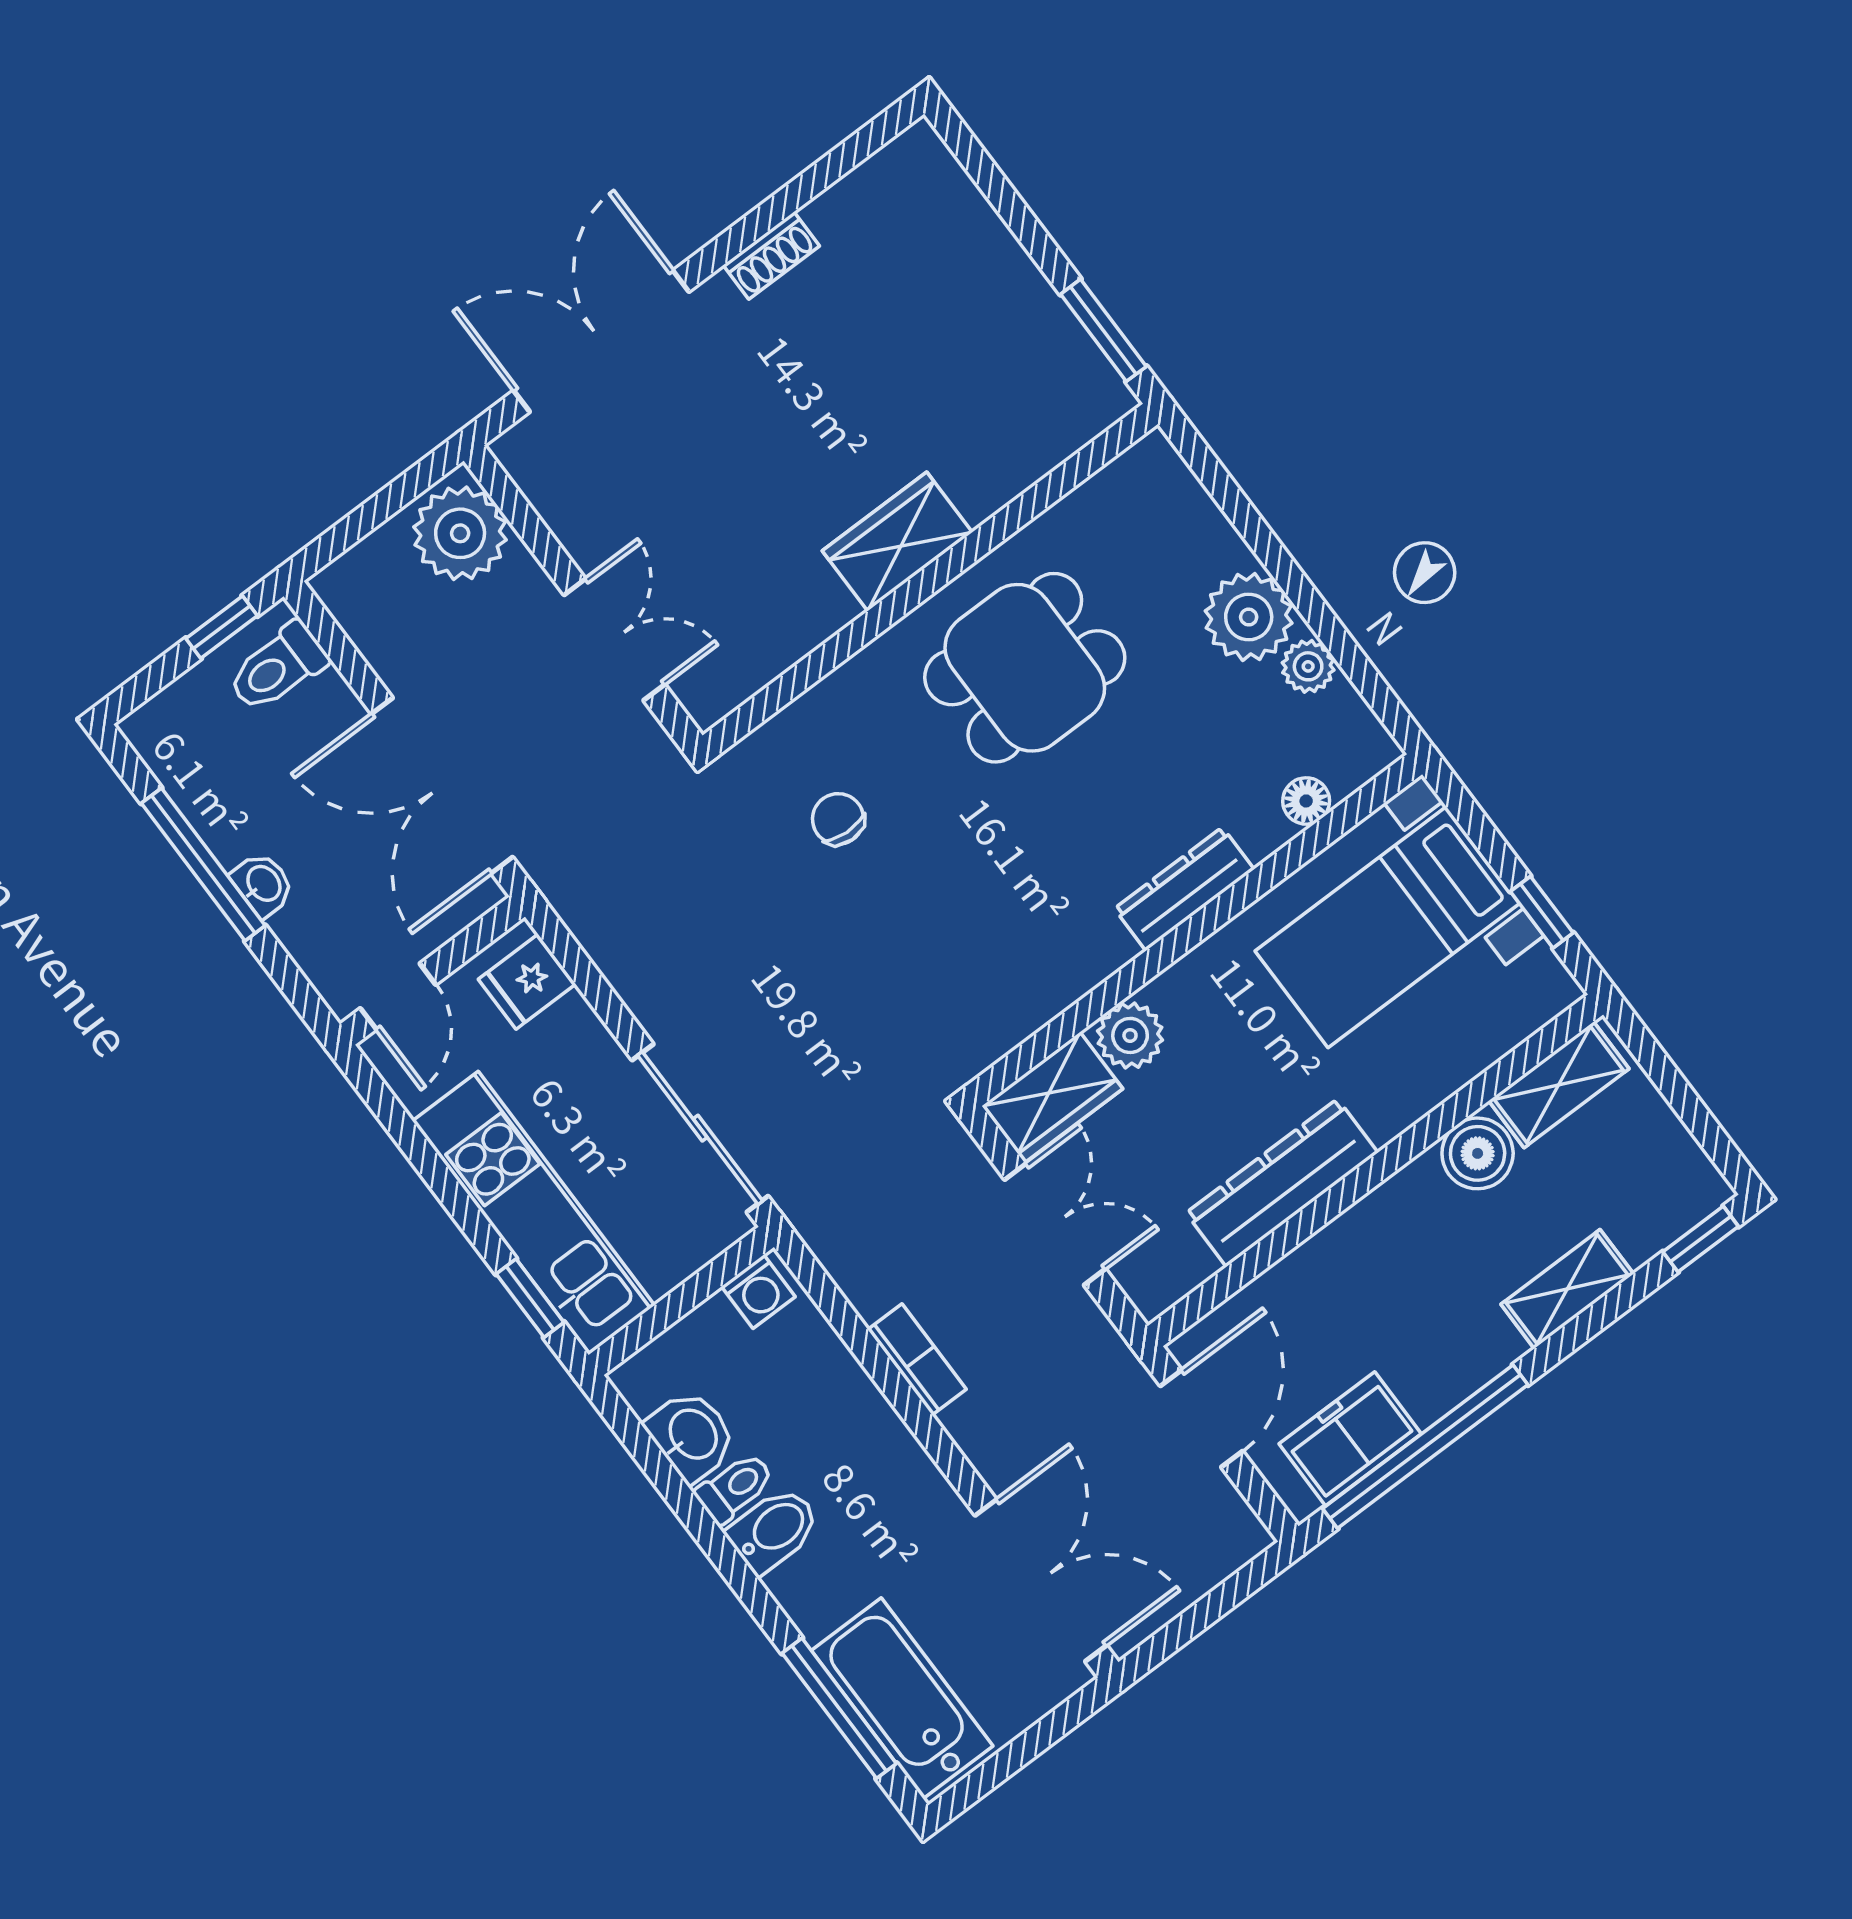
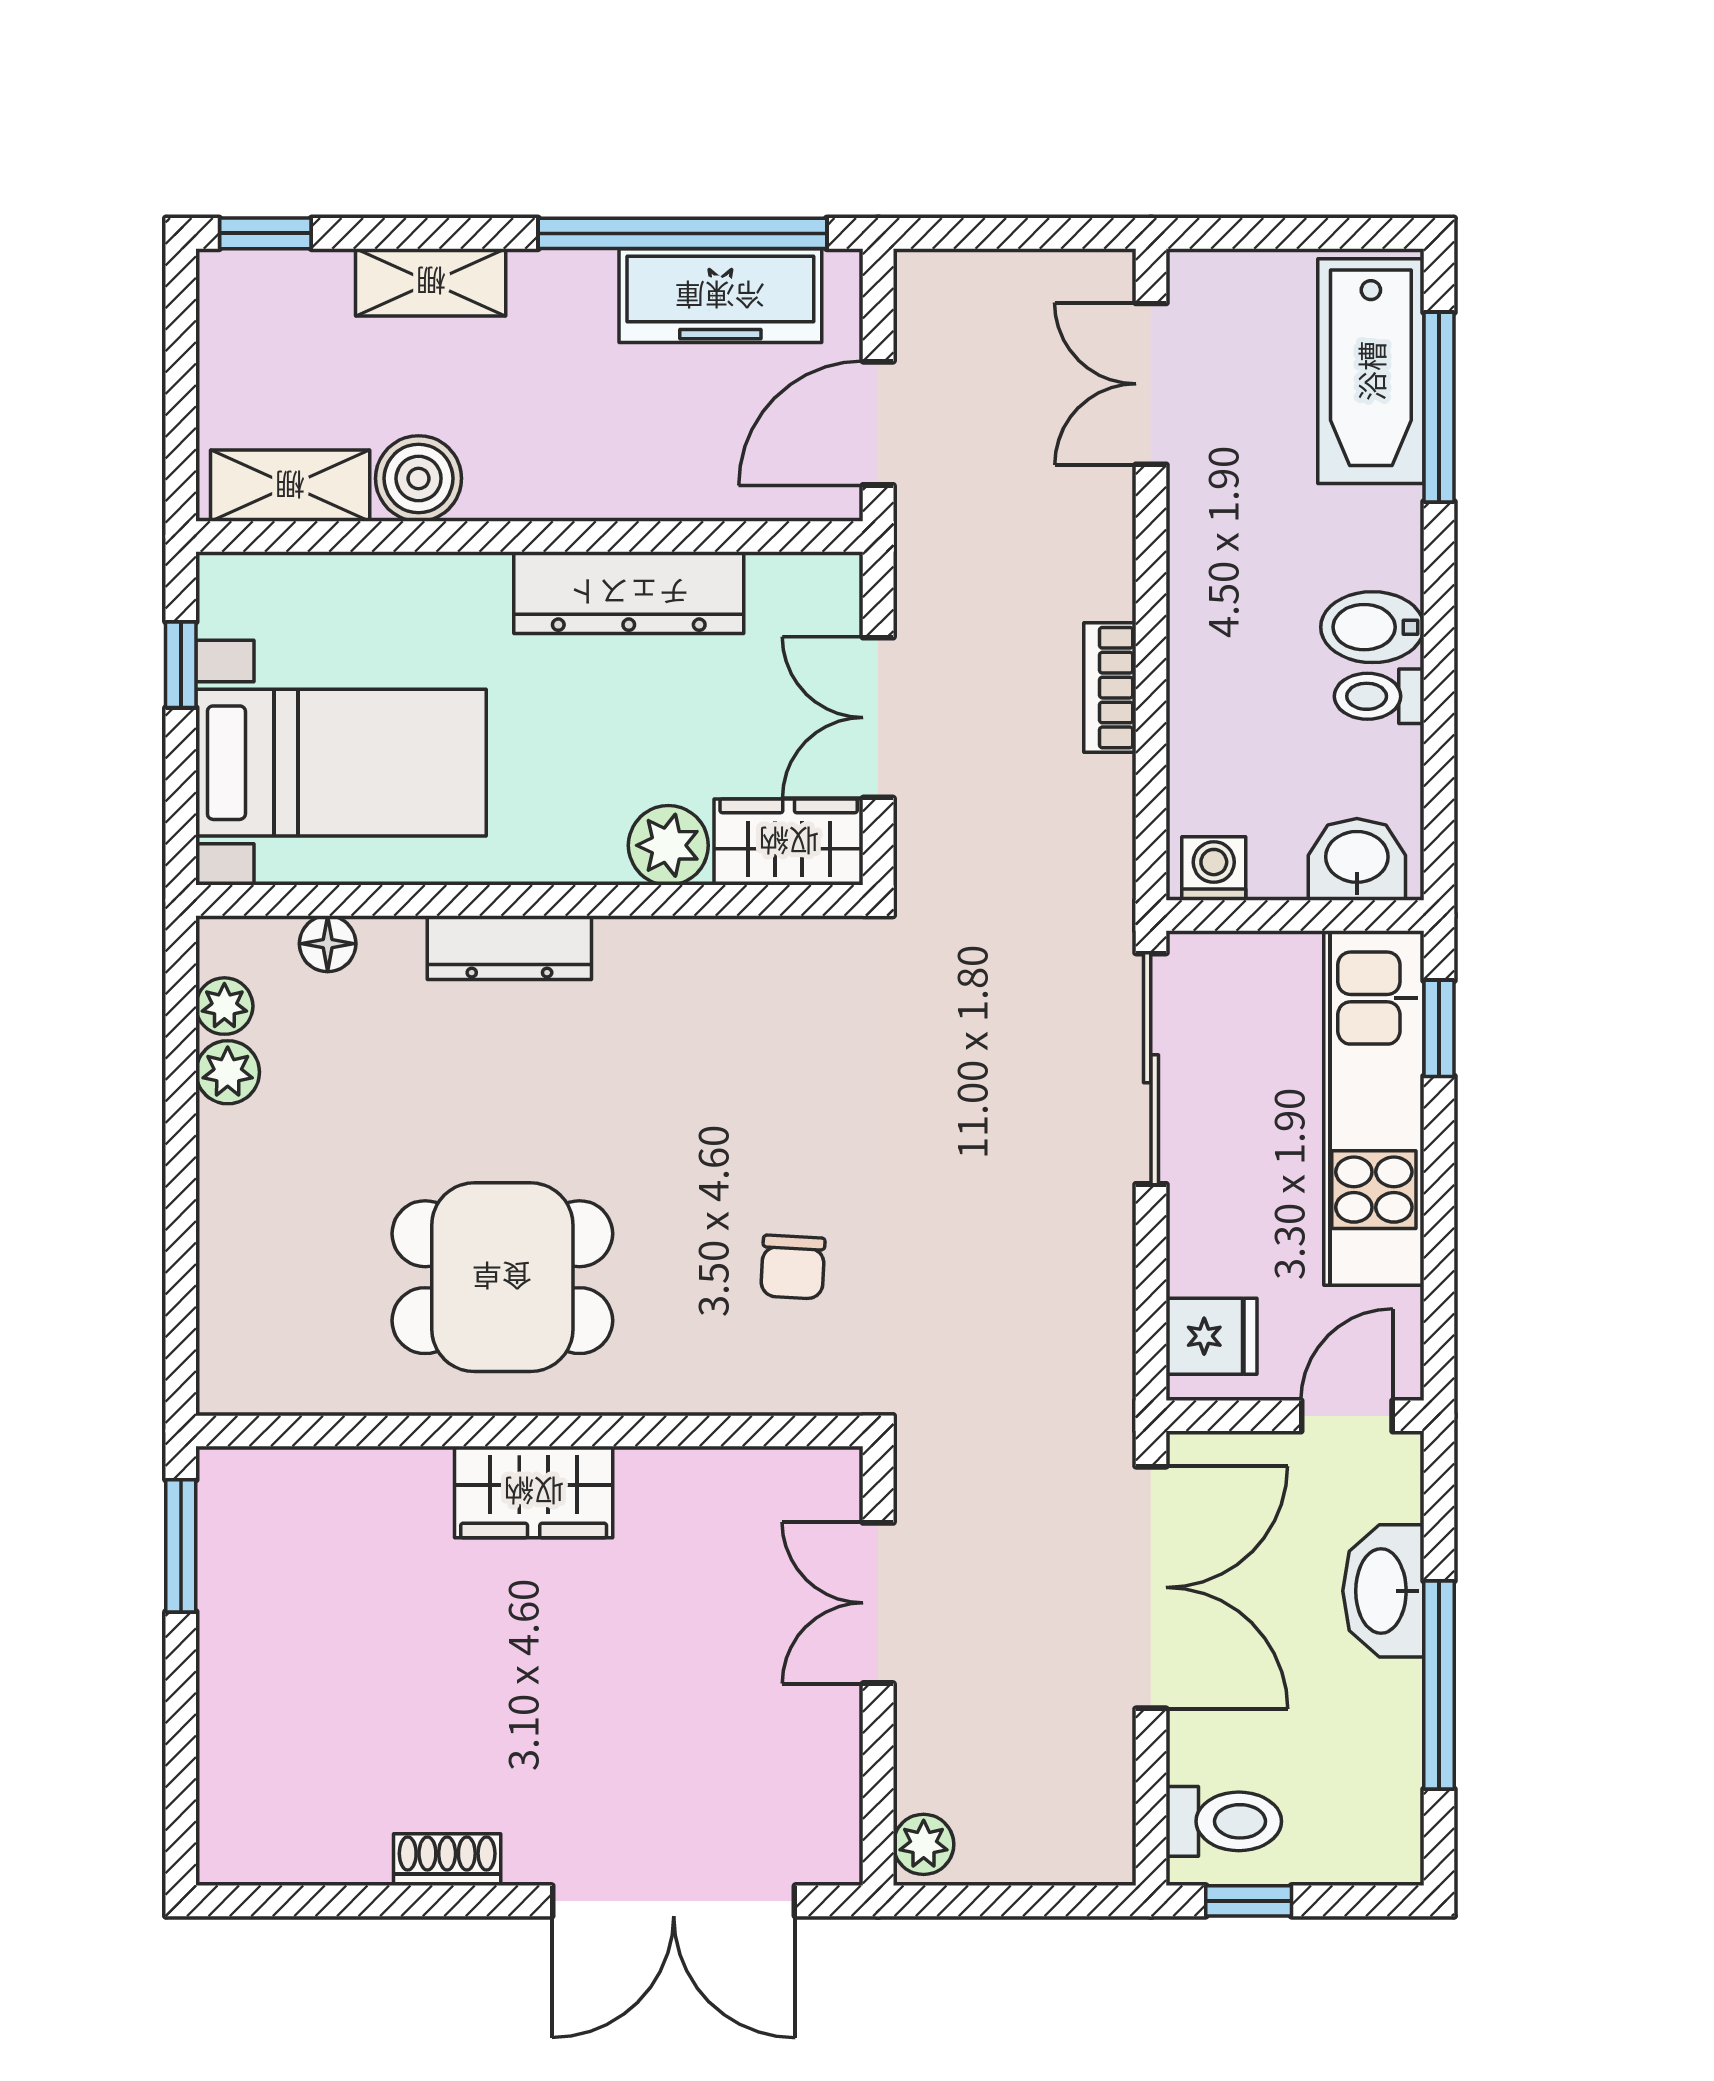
plant: (460, 533) -> (924, 1844), width x0.53, depth x0.53
plant: (1249, 617) -> (224, 1006), moved, width x0.53, depth x0.53
washbasin: (263, 884) -> (1383, 1591), width x1.91, depth x1.45
washbasin: (692, 1435) -> (1357, 859), moved, turned 90
freezer: (1350, 1439) -> (720, 296), width x1.40
double door: (1041, 1580) -> (1151, 384), width x0.73

